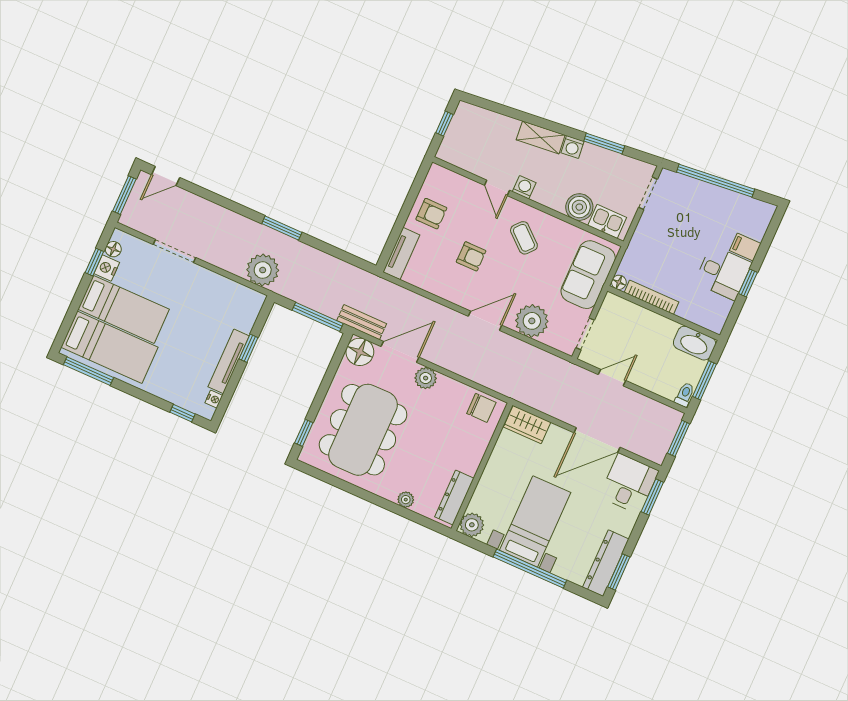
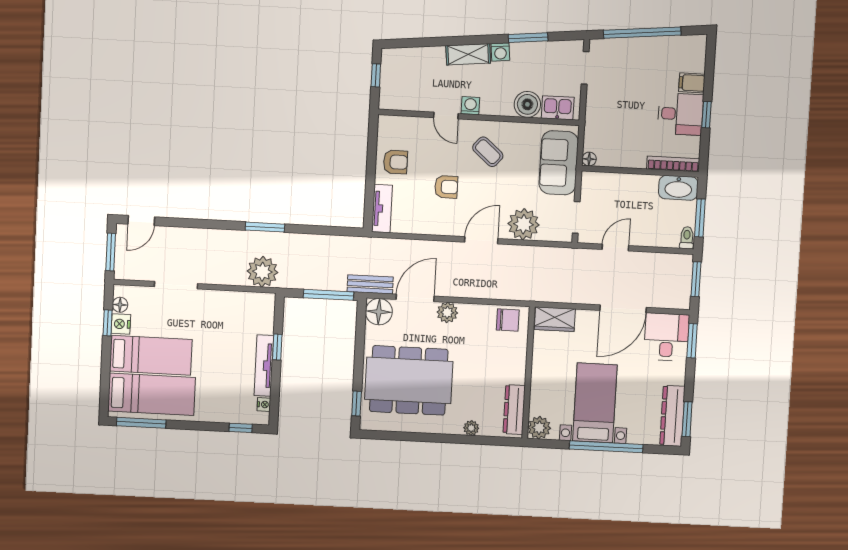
bookcase: (652, 297) -> (673, 164), moved
dining table: (363, 430) -> (409, 380), turned 90

